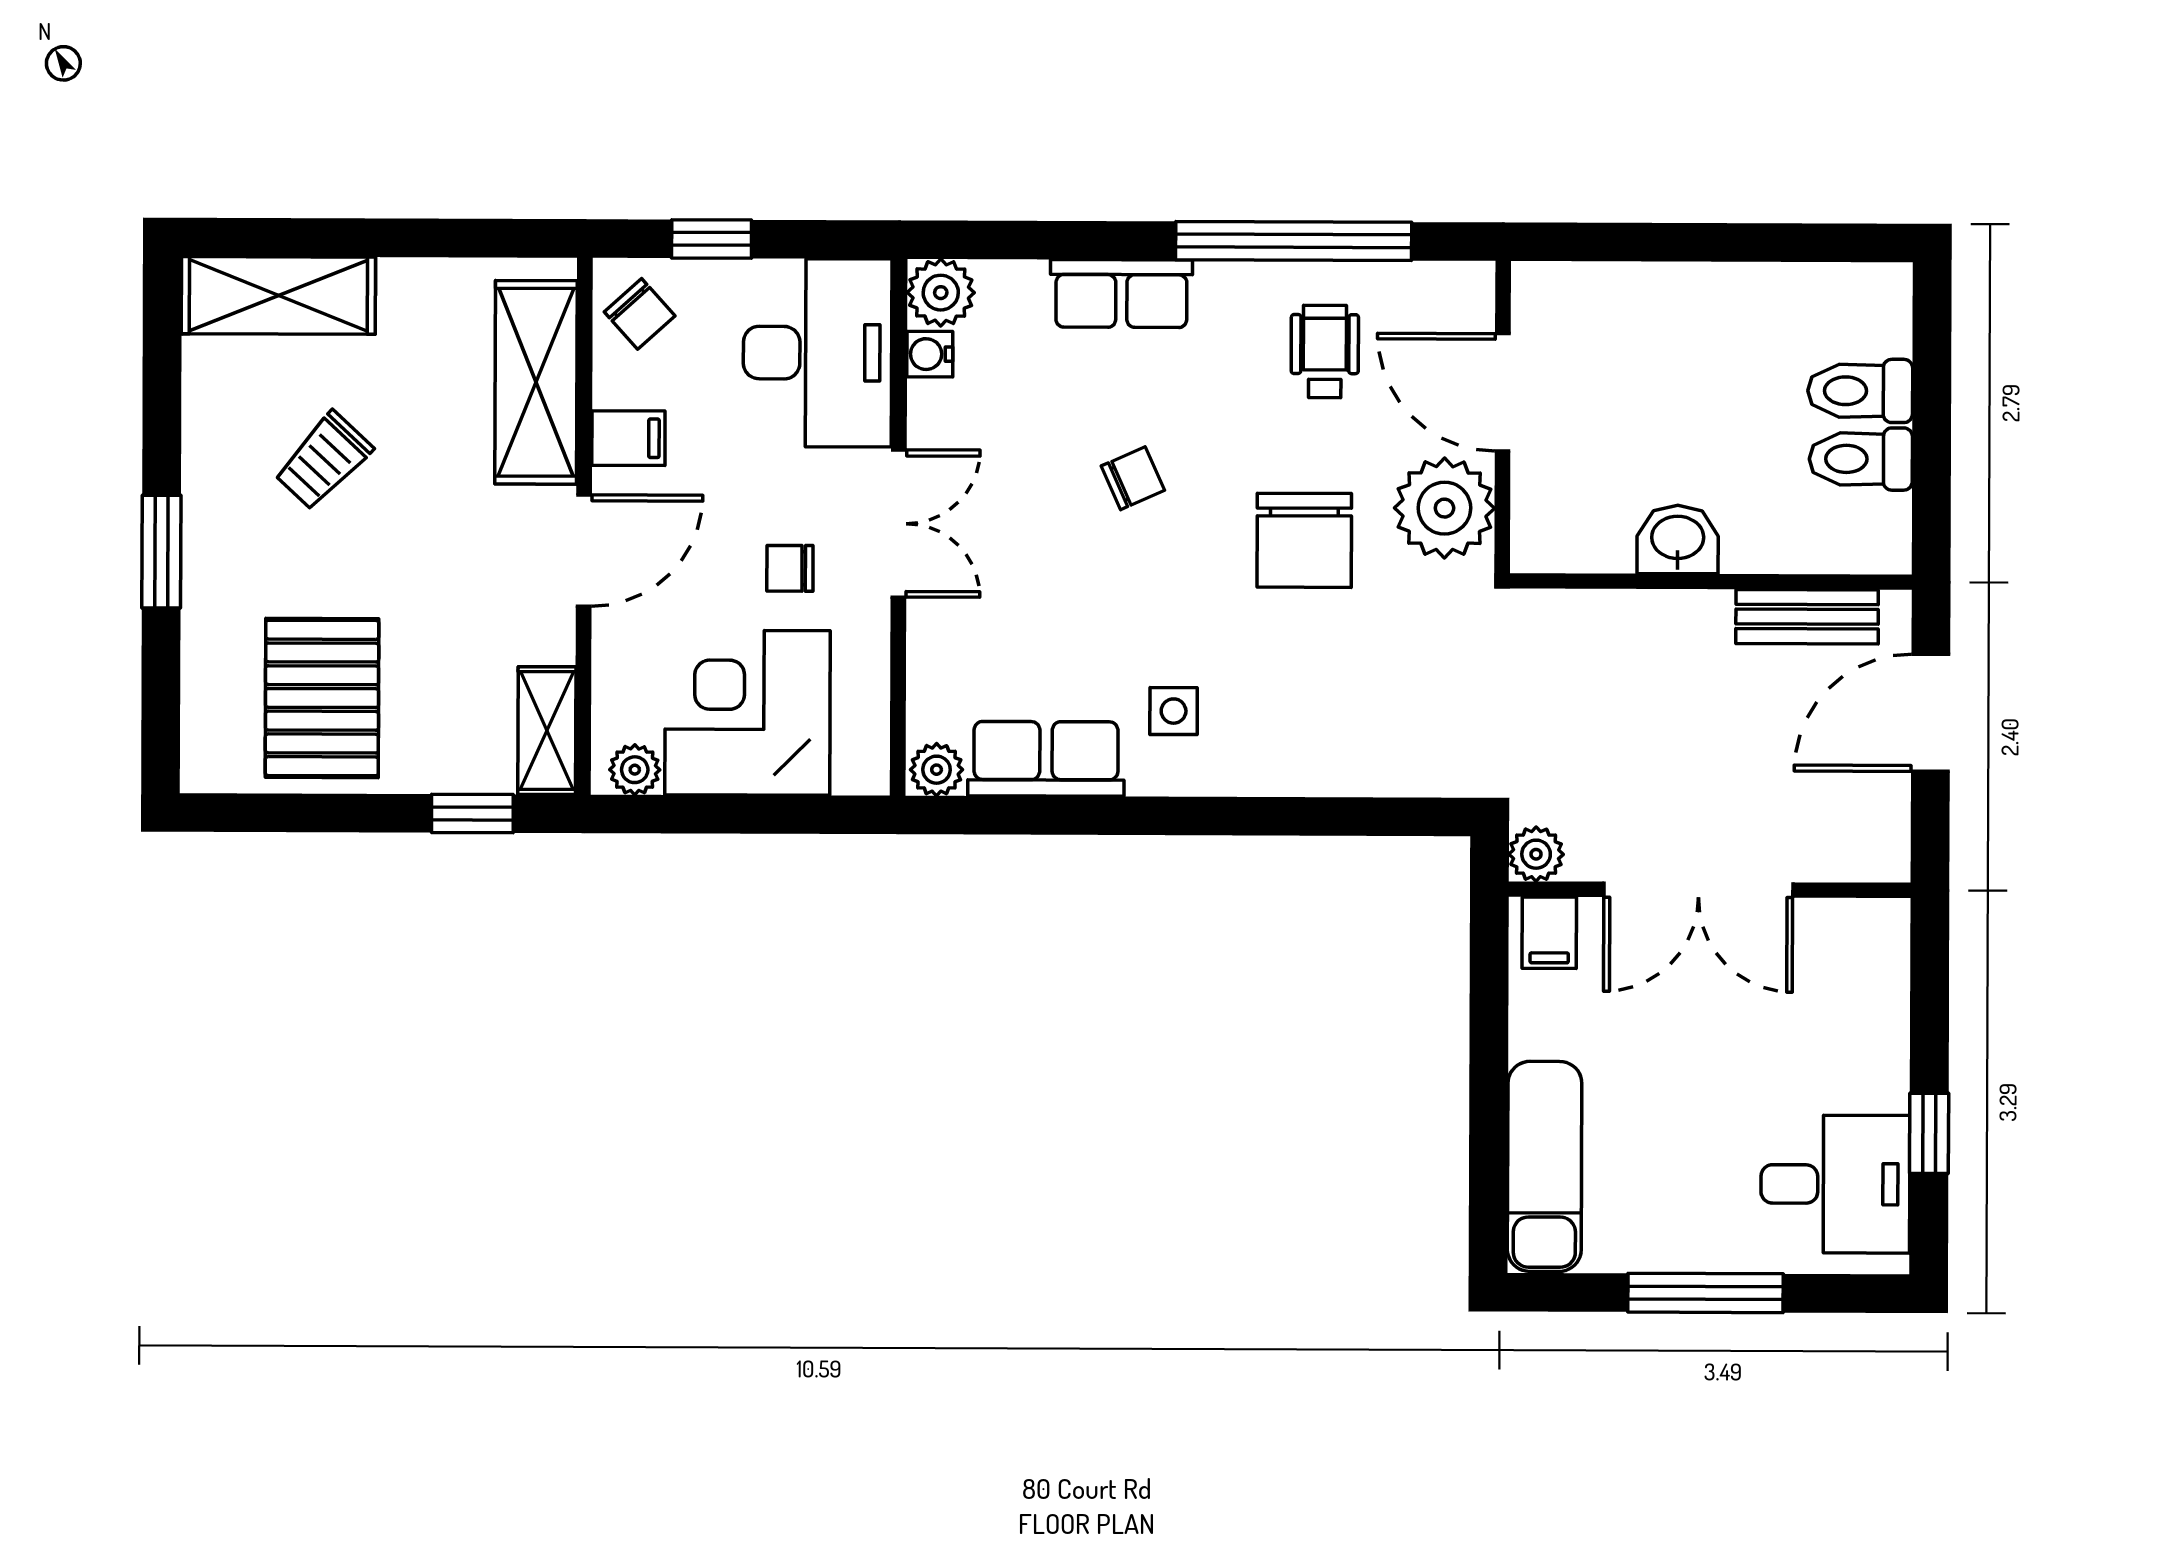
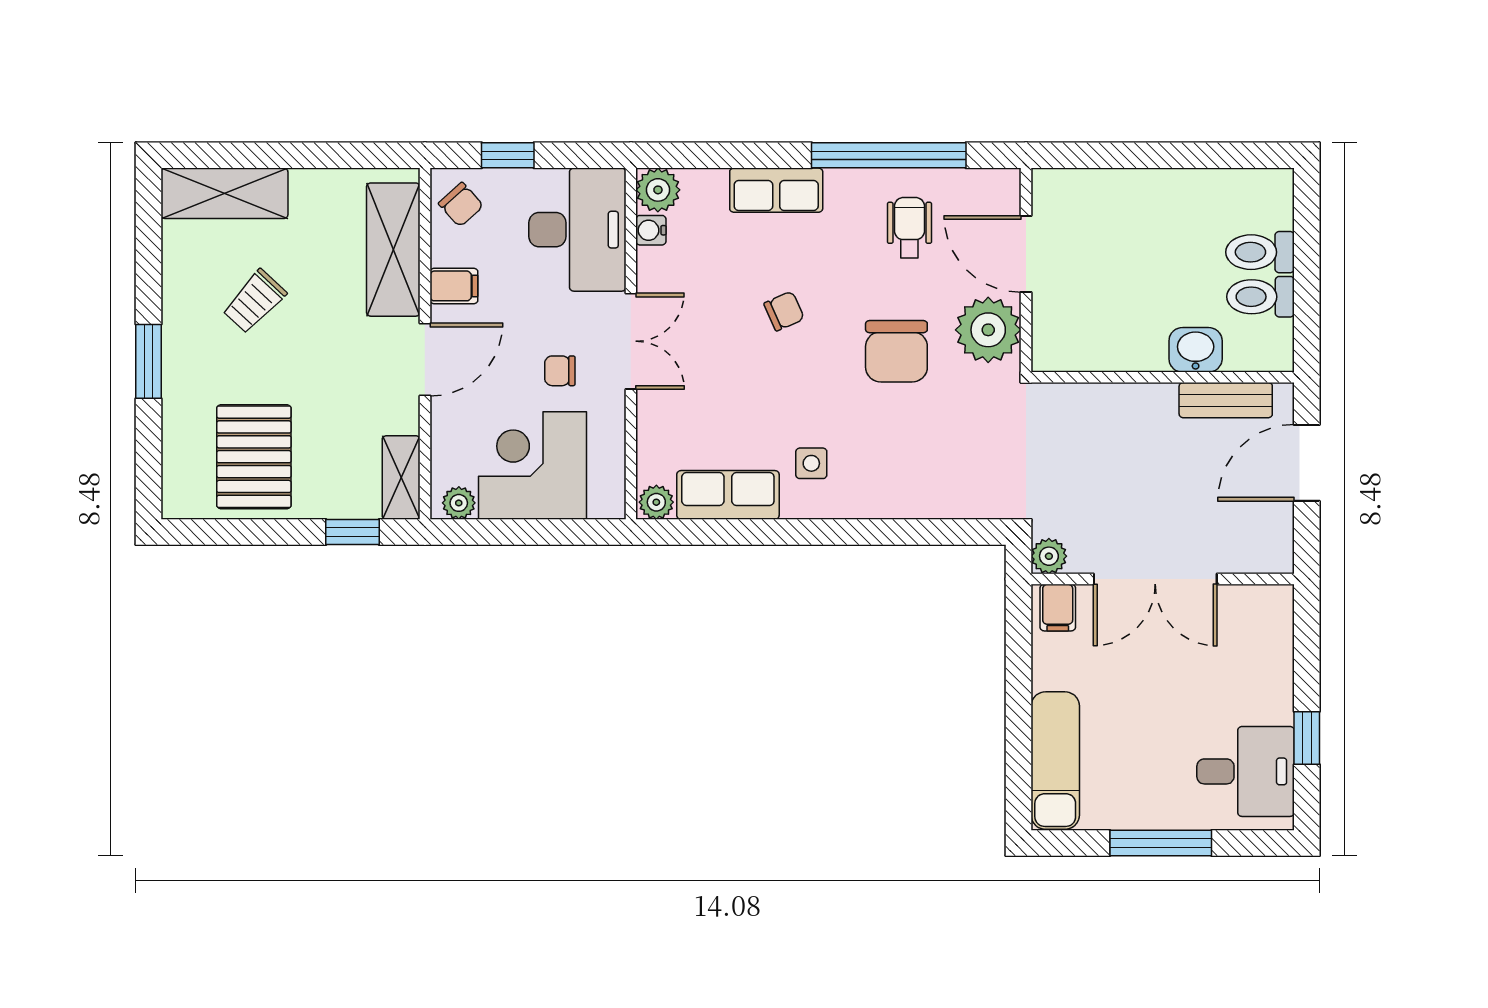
washbasin: (1678, 539) -> (1196, 350), moved

